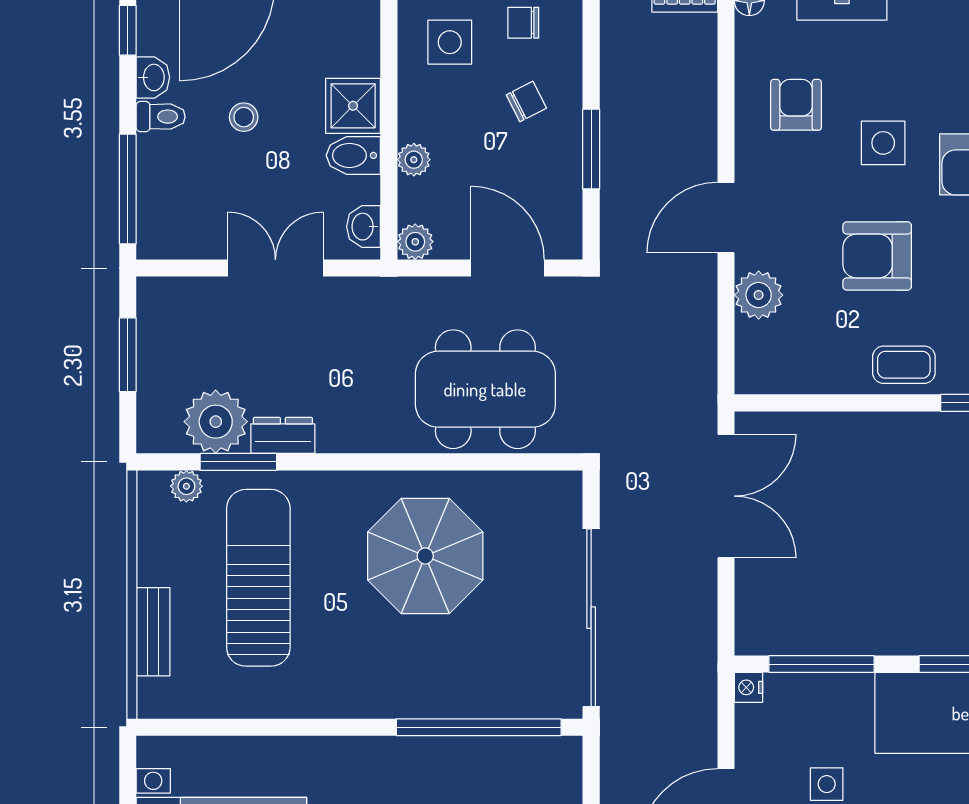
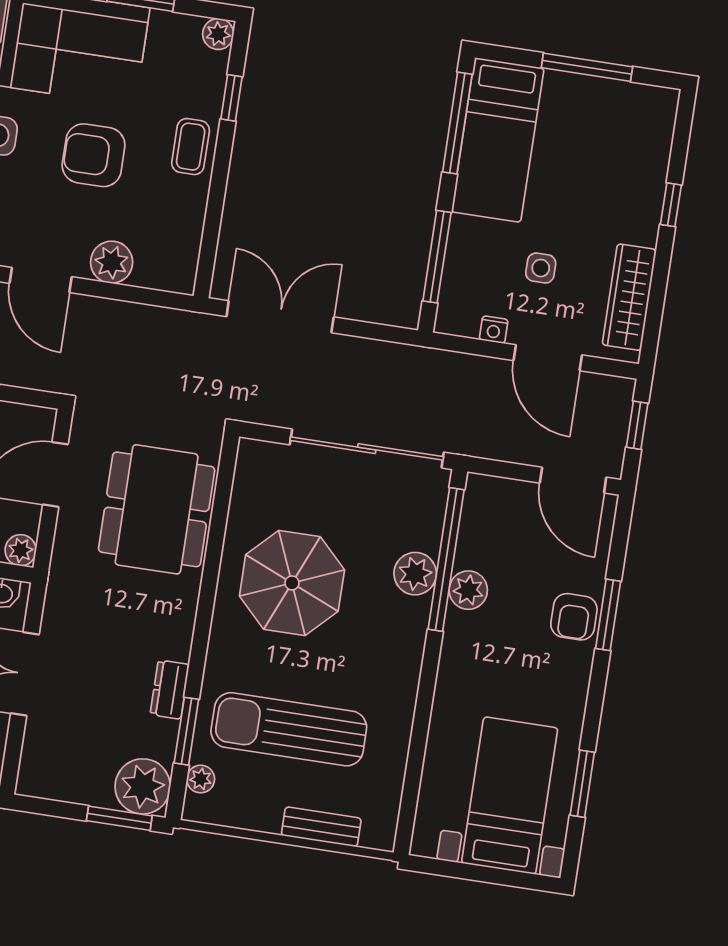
armchair: (877, 256) -> (94, 155), turned 90
window: (128, 355) -> (119, 818), moved
plant: (216, 422) -> (143, 786), moved
nightstand: (748, 687) -> (494, 330), moved
plant: (457, 694) -> (415, 574), added
plant: (448, 758) -> (468, 590), added

